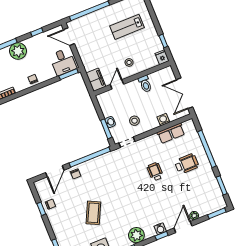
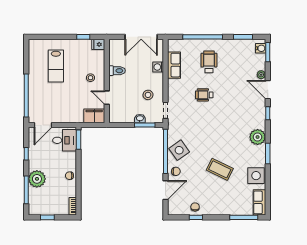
side table: (96, 169) -> (179, 150), added
door: (55, 171) -> (165, 190), hinge flipped
water cooler: (160, 229) -> (261, 48), moved

